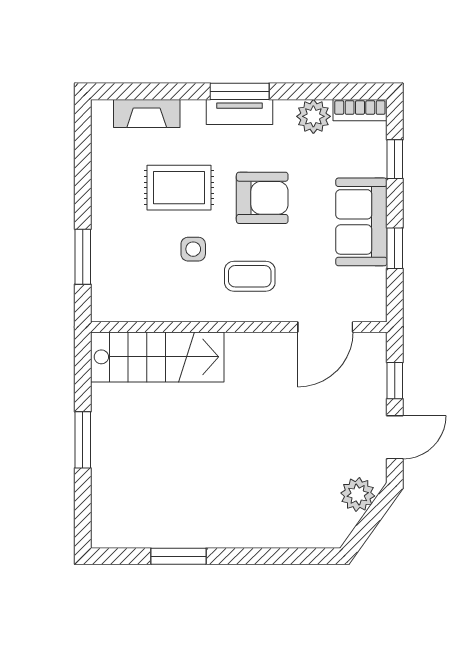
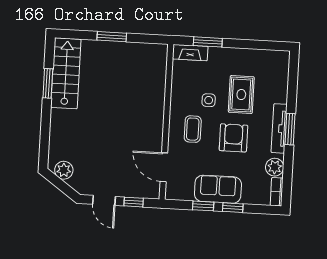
tv unit: (239, 112) -> (279, 128), width x1.41
fireplace: (147, 113) -> (190, 53), moved, turned -90
window: (395, 159) -> (233, 208), moved
armchair: (262, 198) -> (233, 138), turned 180
stairs: (157, 357) -> (66, 73), moved, turned 180
plant: (358, 494) -> (64, 170), moved

